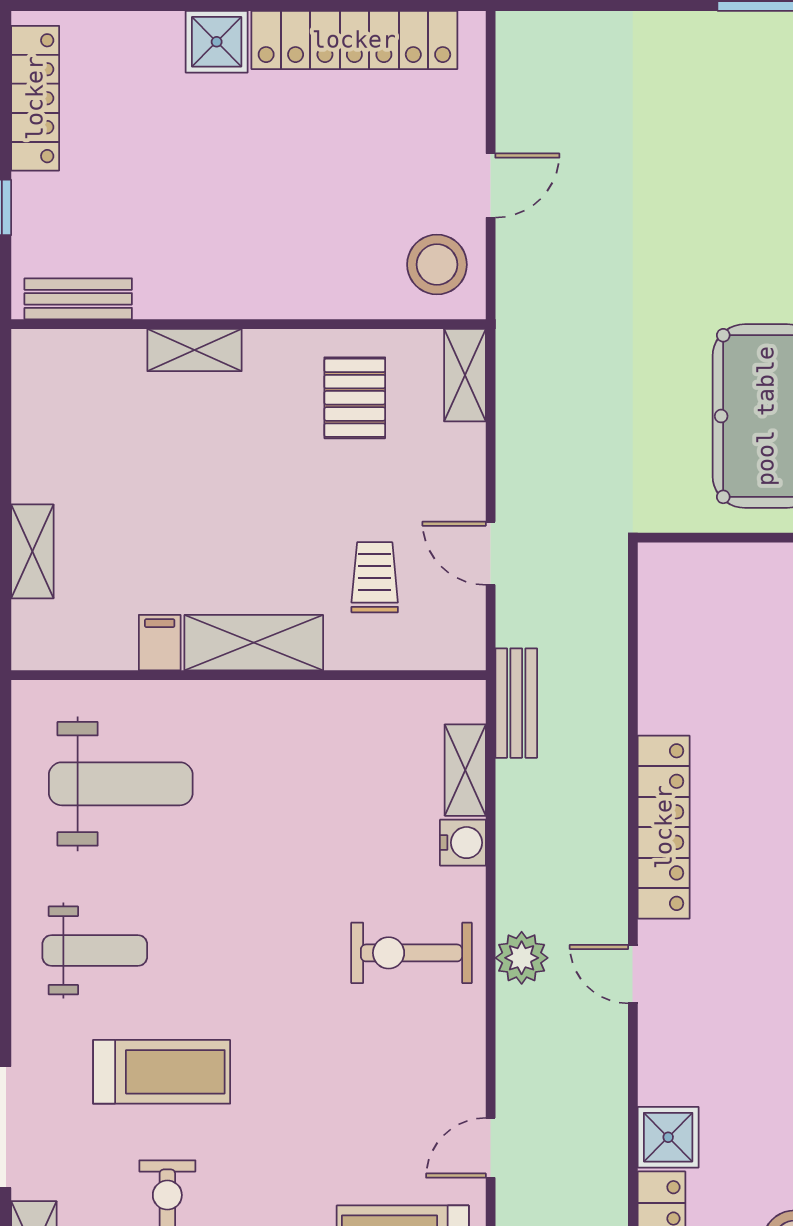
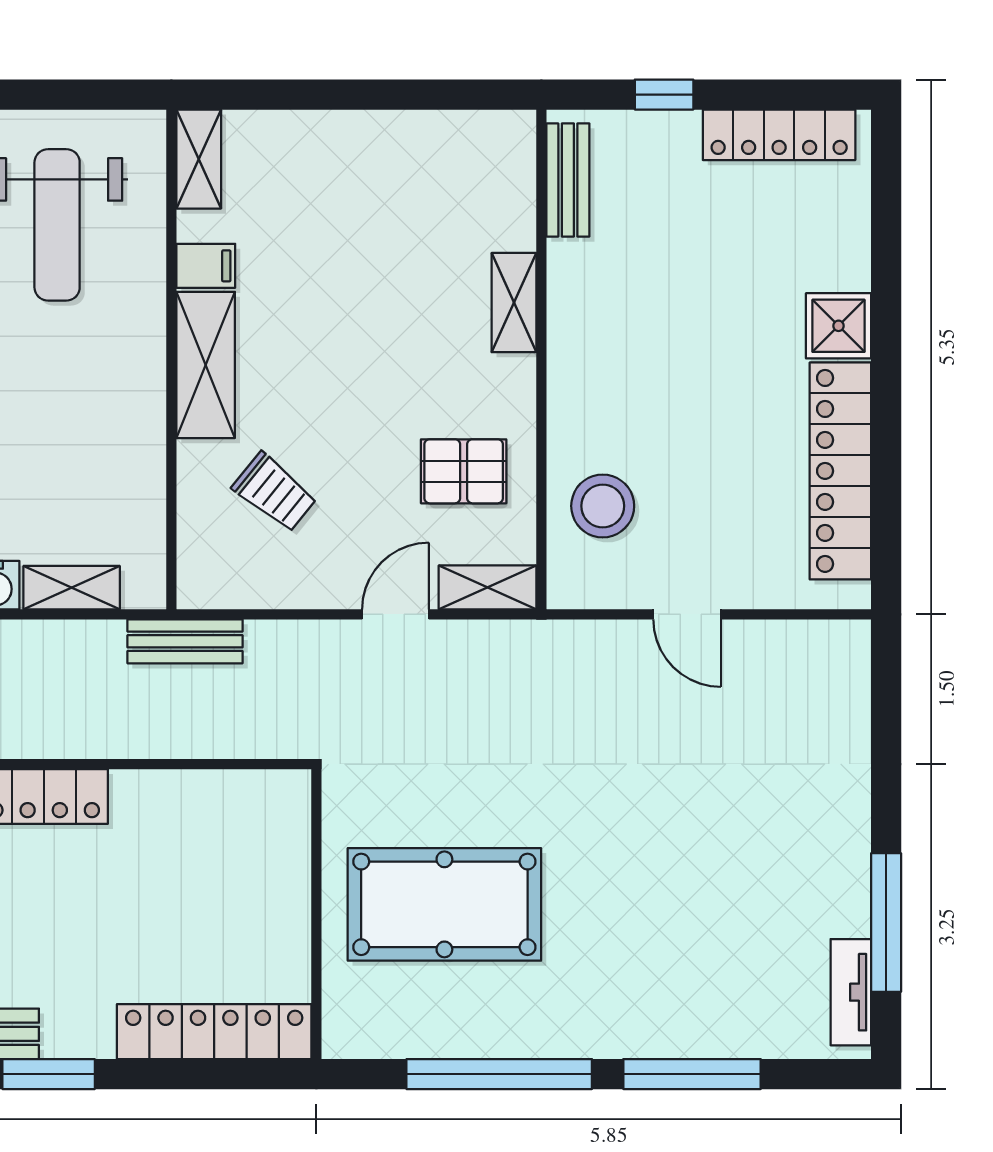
stool: (437, 265) -> (603, 506), moved
shelving: (32, 551) -> (199, 159), moved, turned 90
door: (491, 553) -> (396, 614), moved
trolley: (375, 577) -> (275, 492), turned 39
bench: (516, 703) -> (185, 641), moved

